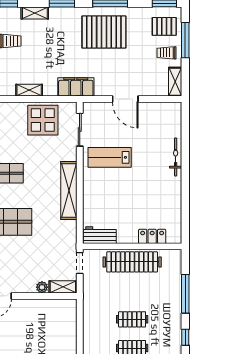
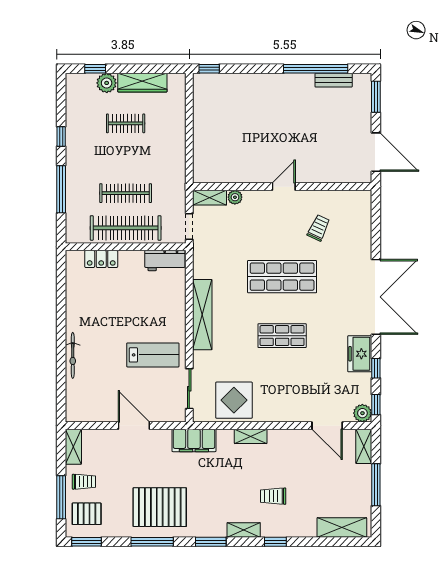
clothes rail: (132, 319) -> (126, 193), moved, width x1.36

